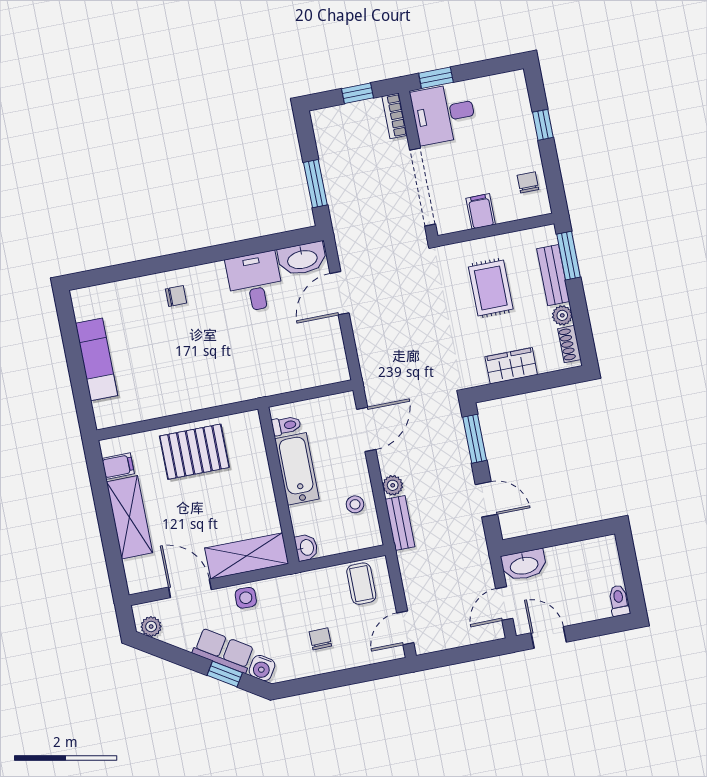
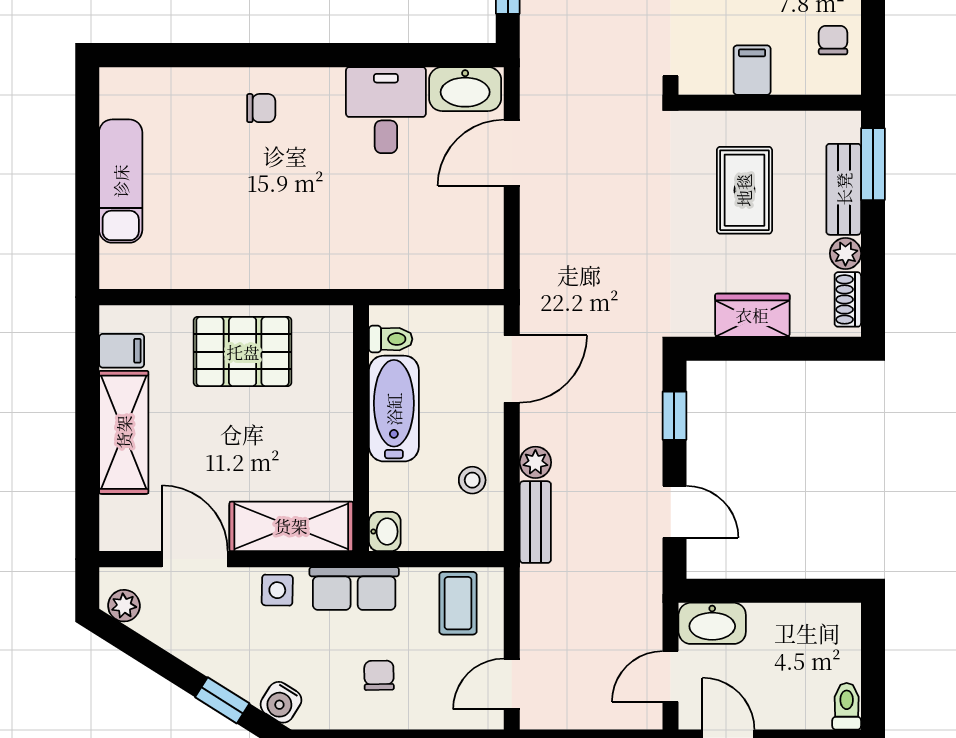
window: (475, 439) -> (674, 416), width x0.67
row of seats: (223, 651) -> (354, 588), moved, turned 148

